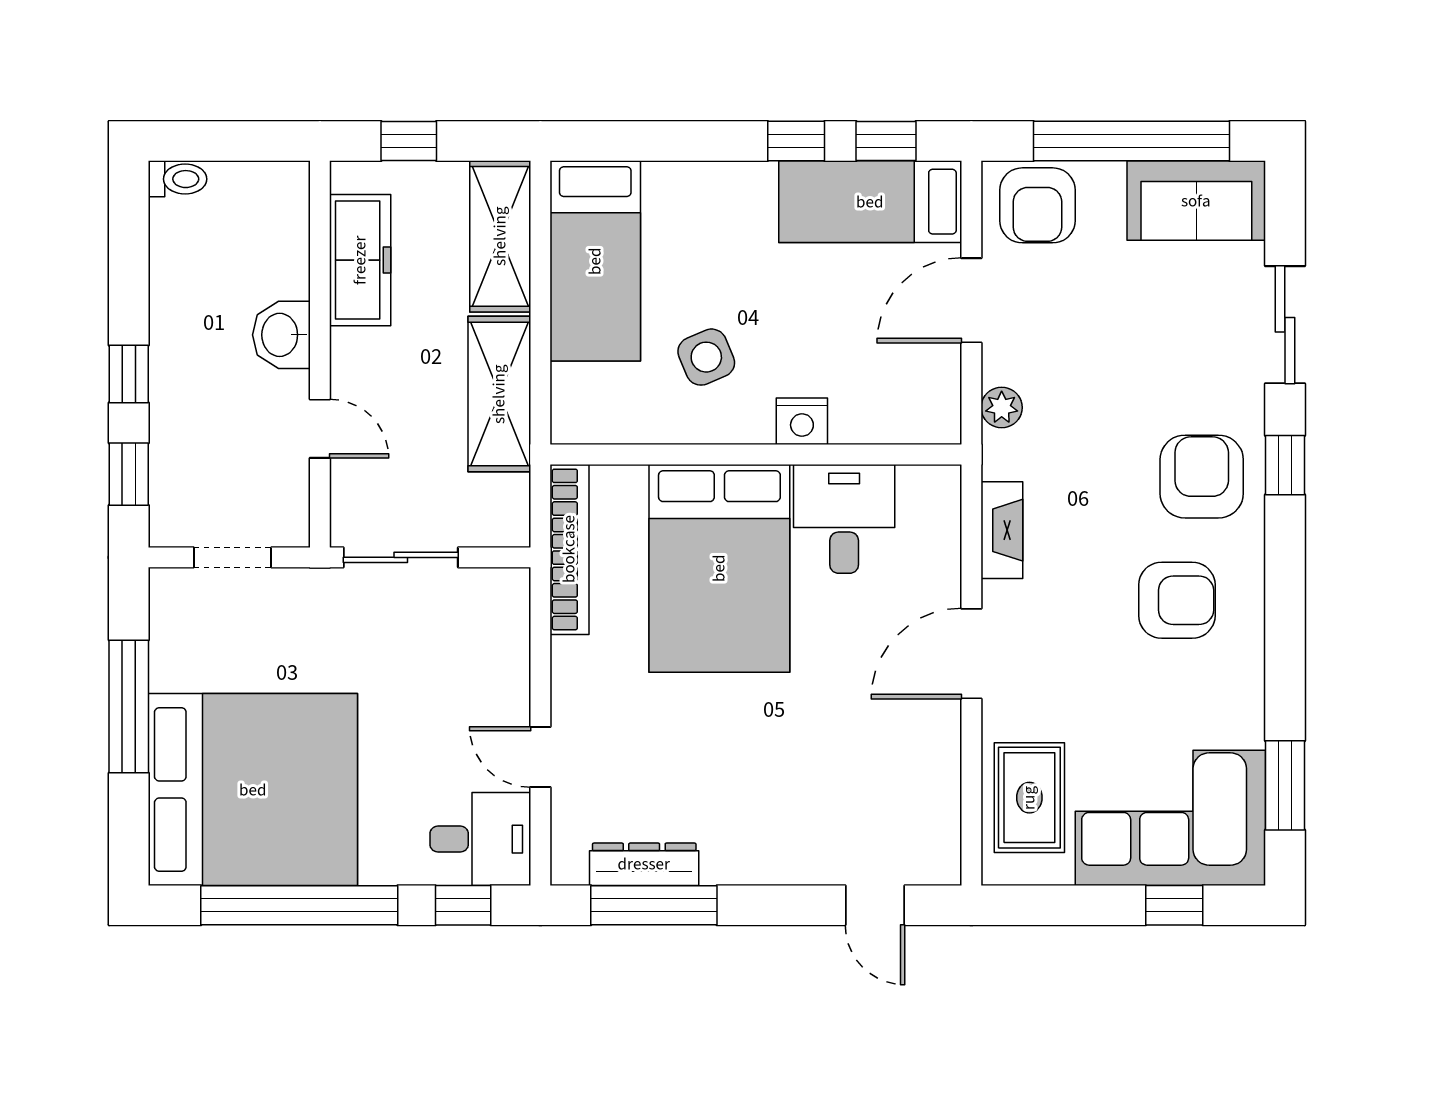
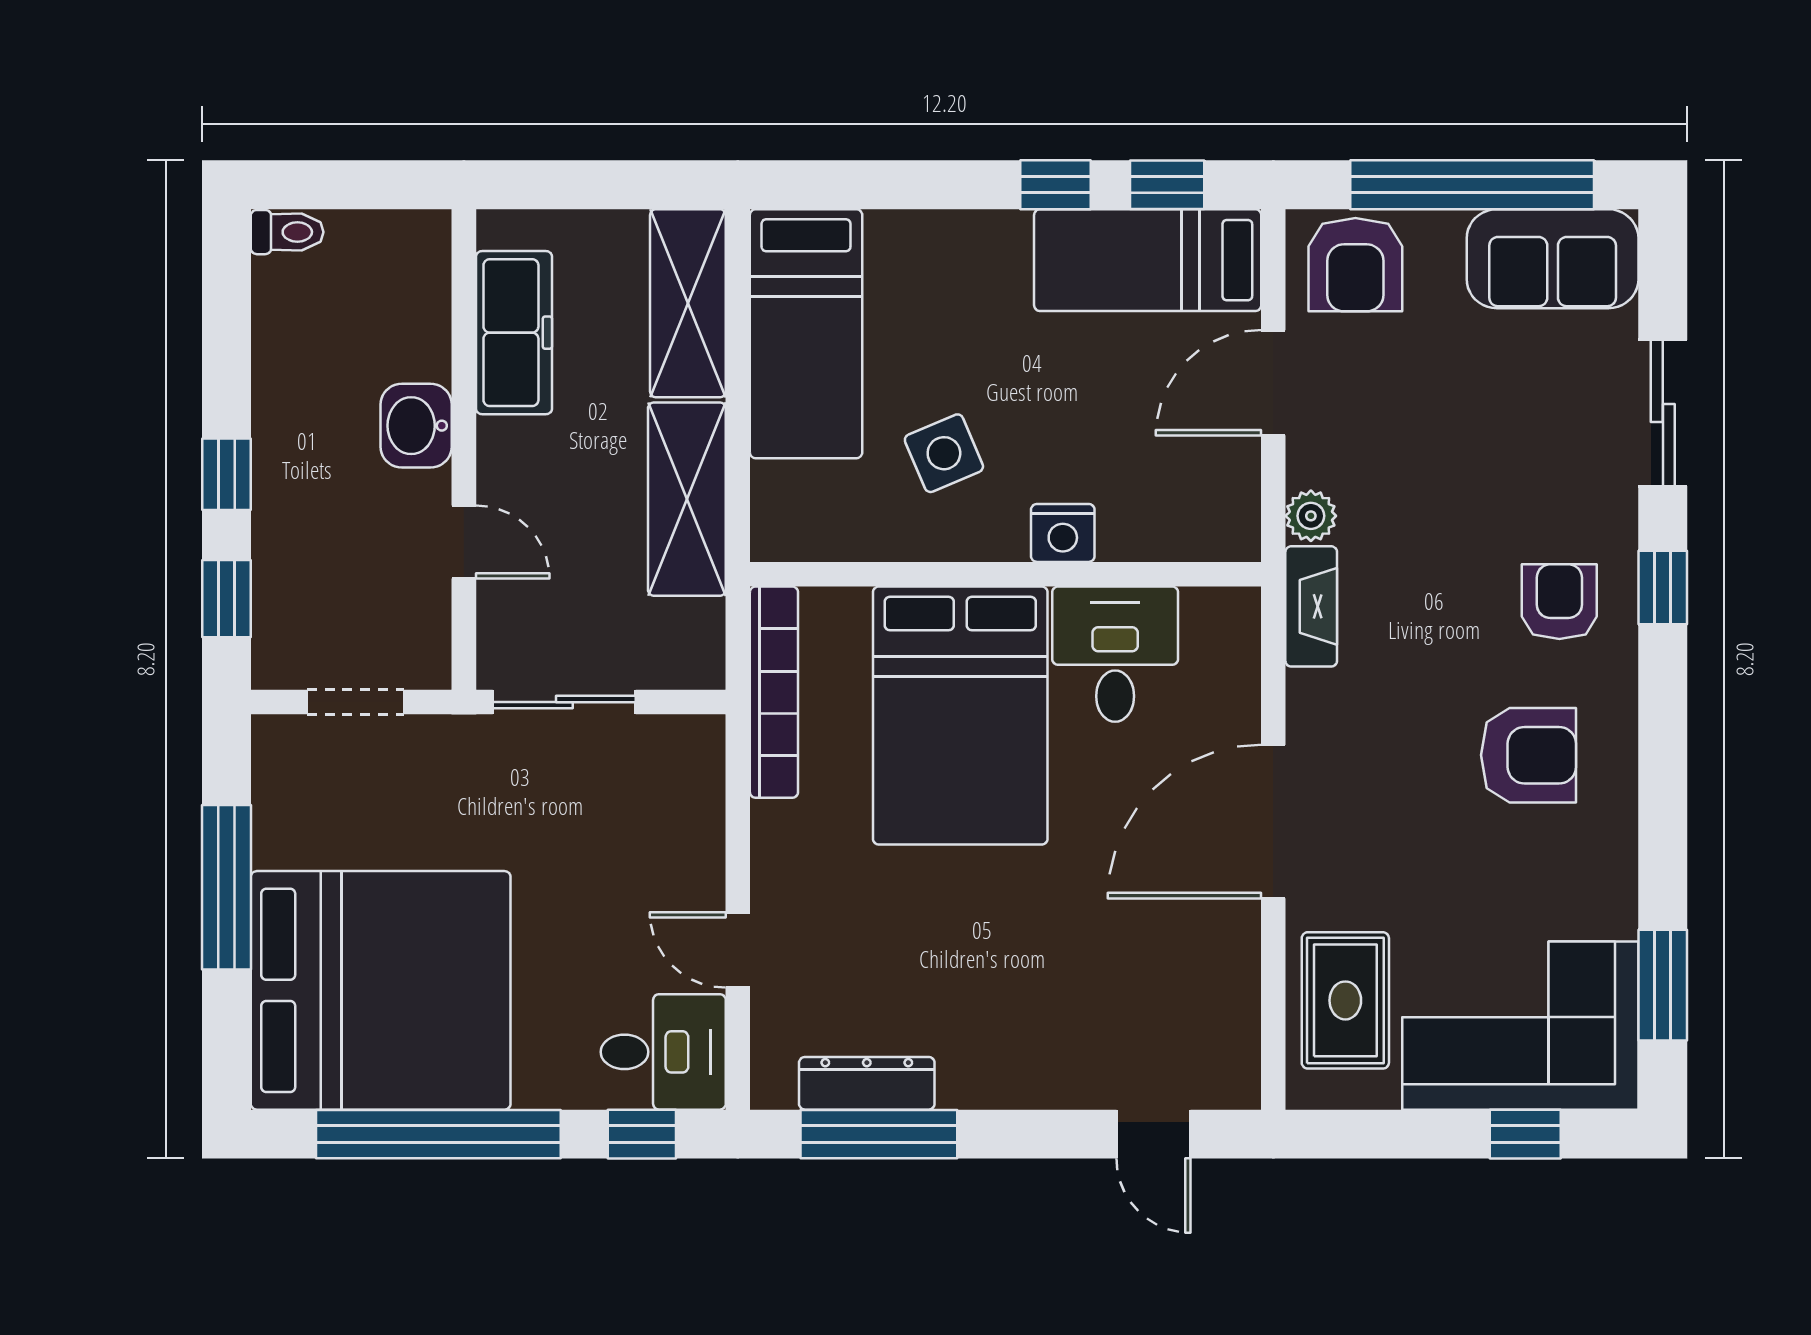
window: (409, 141) -> (574, 185), removed
armchair: (1202, 477) -> (1559, 602), width x0.72, depth x0.72
fireplace: (1002, 530) -> (1311, 606), moved
door: (971, 654) -> (1273, 822), width x1.36

